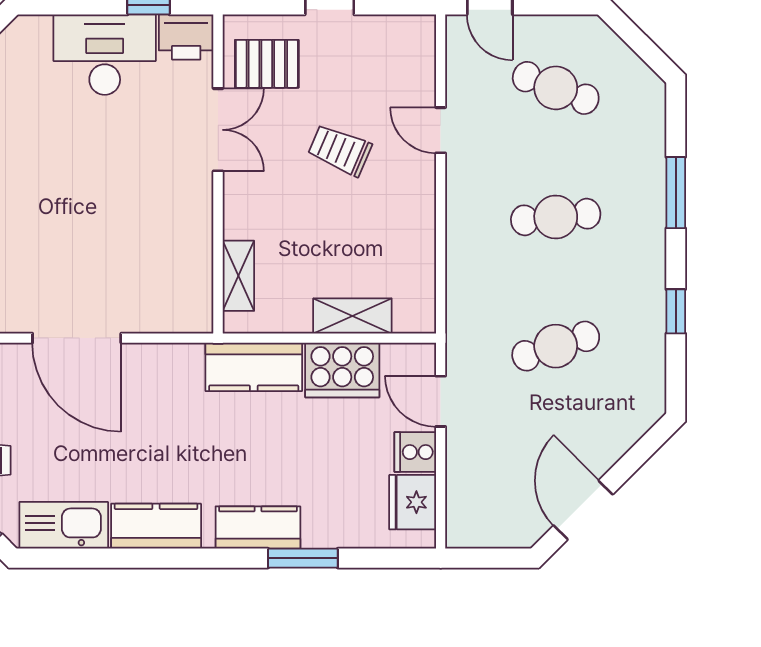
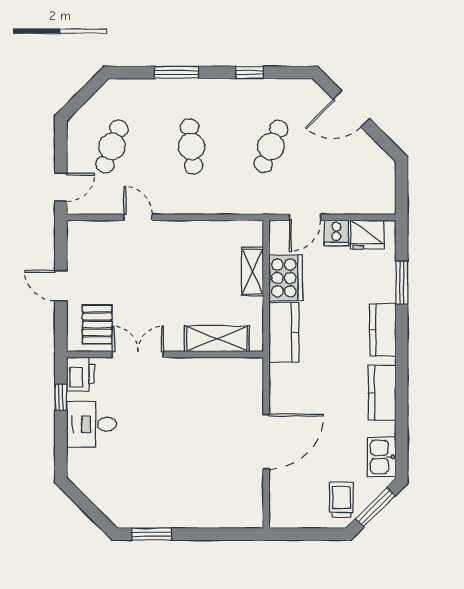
desk: (105, 55) -> (91, 424), width x0.73
door: (441, 130) -> (138, 217), swing flipped
trolley: (340, 150) -> (150, 279), removed
shelving: (238, 276) -> (217, 339), width x1.50, depth x1.33
cafe table: (556, 346) -> (271, 146), turned 42
door: (583, 510) -> (351, 109), moved
kitchen sink: (64, 525) -> (381, 457), width x0.73
window: (303, 558) -> (402, 282), moved

